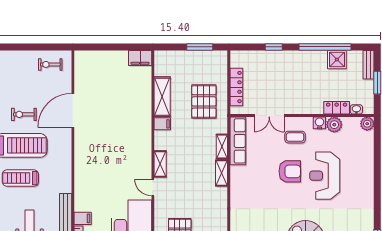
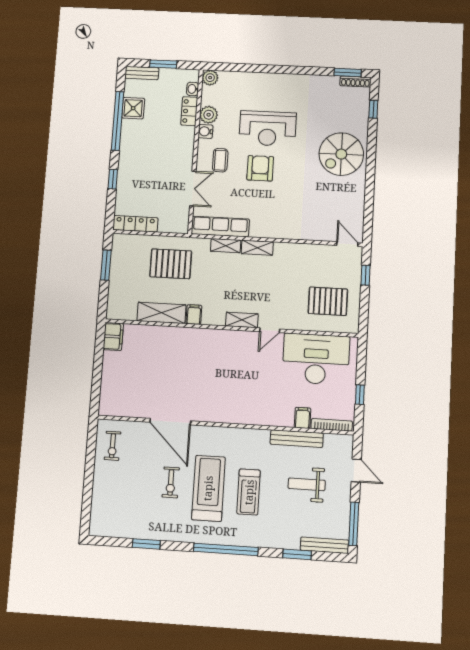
locker: (236, 87) -> (135, 224), moved

